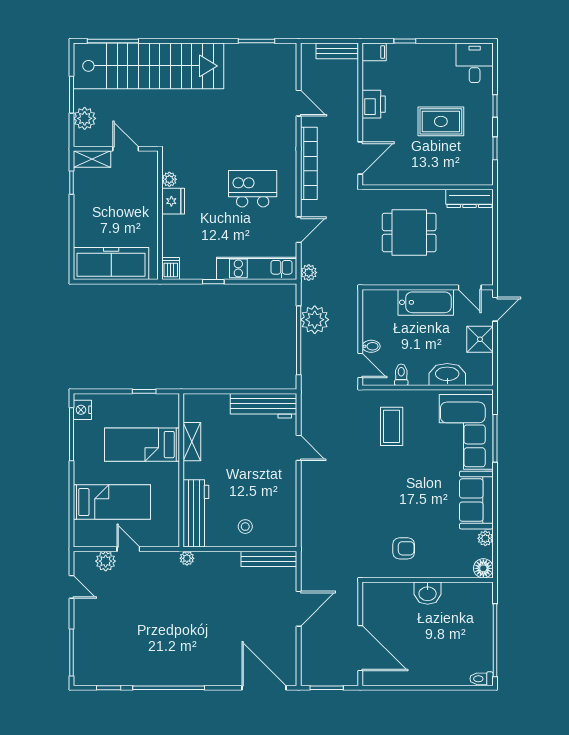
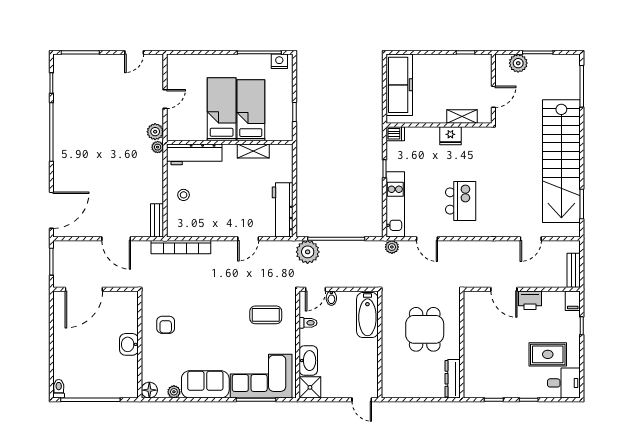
stairs: (149, 66) -> (561, 161), moved
rug: (441, 121) -> (548, 354), moved, turned 90
door: (360, 158) -> (504, 289), moved
shelving: (92, 159) -> (462, 117), moved, turned 90
bookcase: (309, 163) -> (181, 247), moved
plant: (169, 179) -> (468, 133), removed
door: (470, 287) -> (380, 379), removed
bathtub: (426, 302) -> (367, 315), moved
plant: (315, 320) -> (308, 252), moved
shower: (480, 339) -> (310, 387), moved
bed: (112, 502) -> (222, 109), moved, turned 180
bench: (269, 559) -> (157, 220), width x0.73
plant: (106, 561) -> (155, 132), moved

